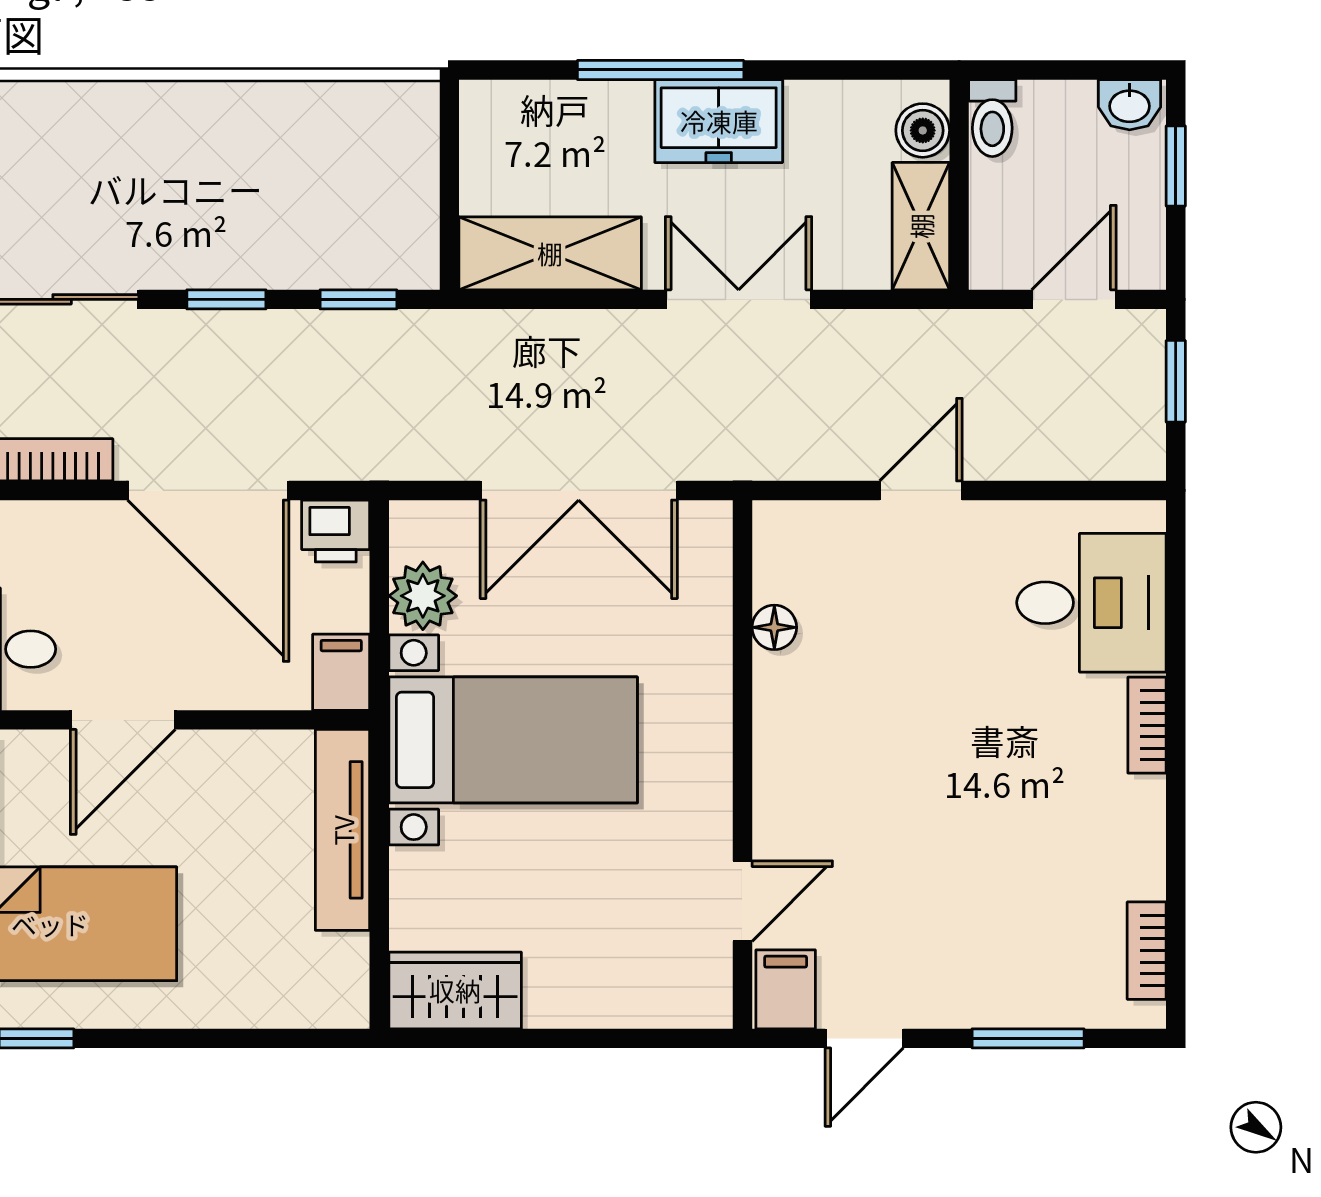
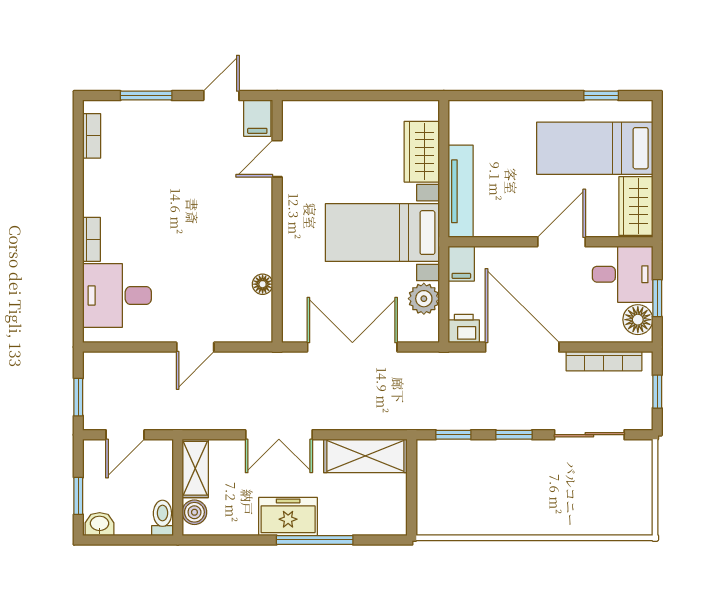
wardrobe: (455, 990) -> (422, 152), moved, turned 90

